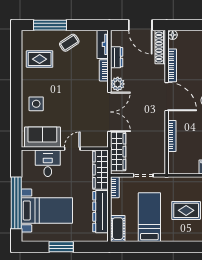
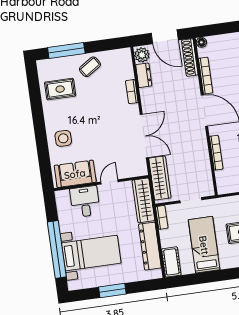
tv unit: (103, 44) -> (127, 64), removed
plant: (118, 84) -> (142, 55), moved

